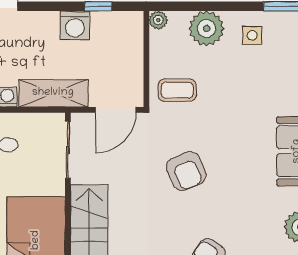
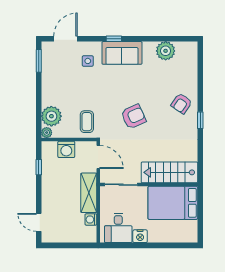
washing machine: (75, 26) -> (66, 149), moved, turned 90
plant: (207, 28) -> (51, 116), moved
side table: (252, 35) -> (88, 61), moved

